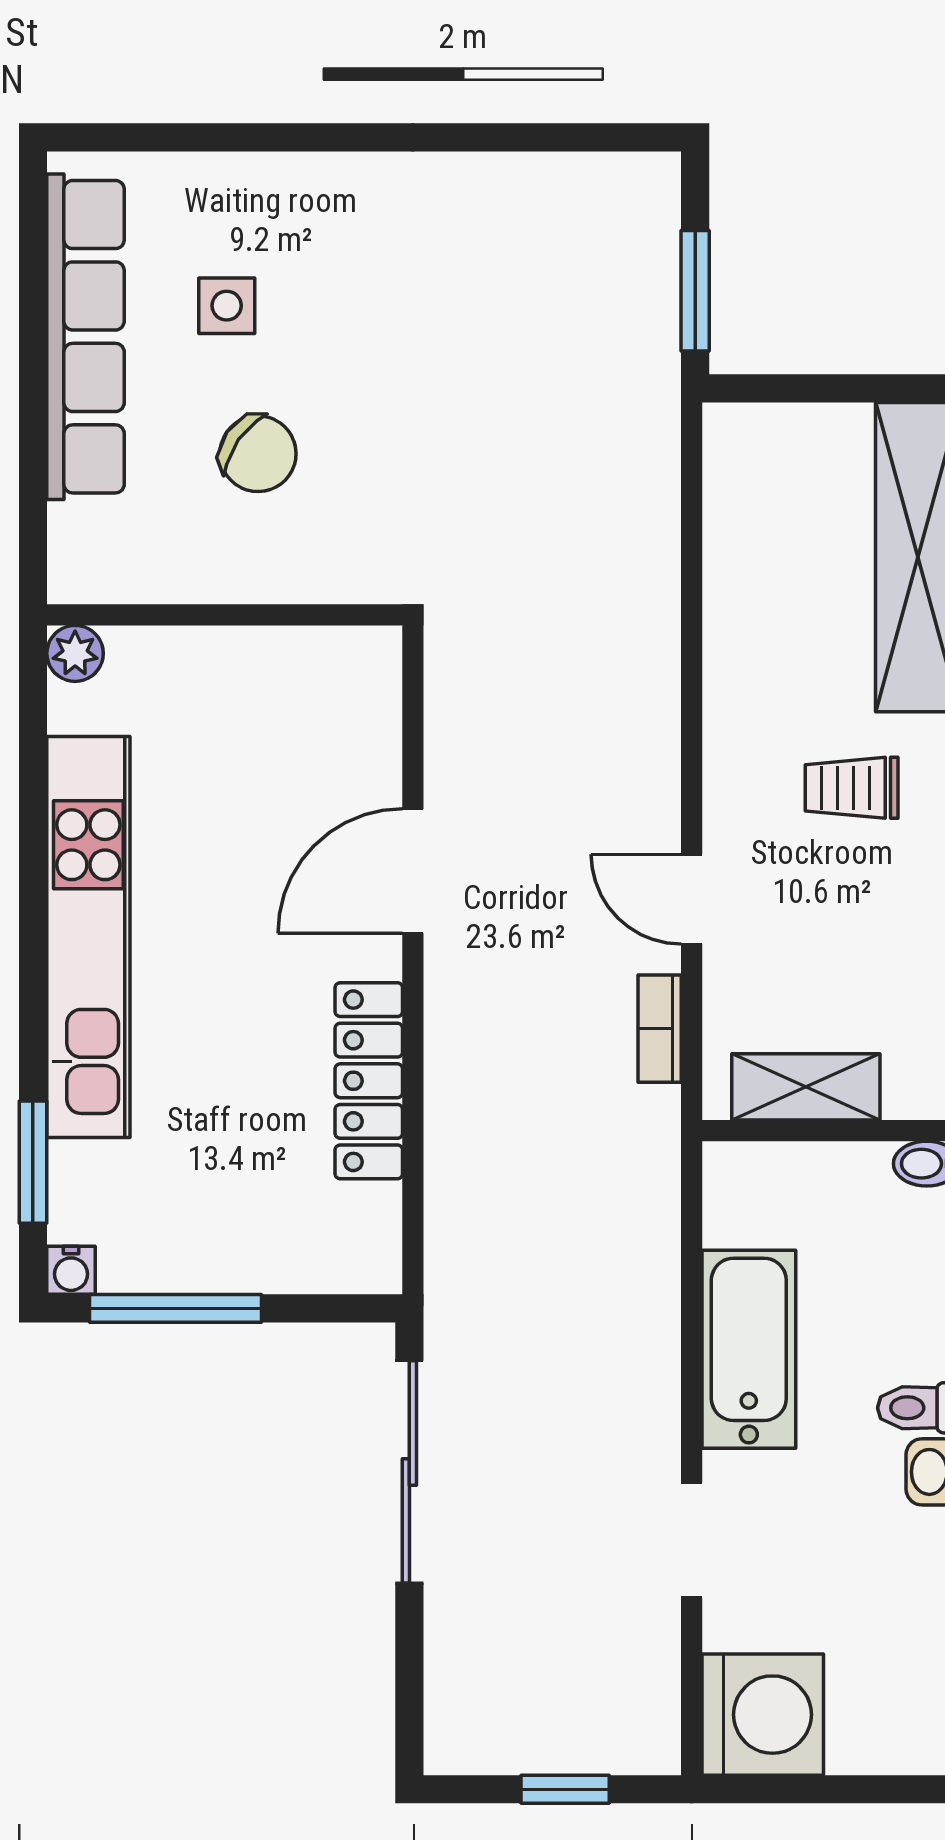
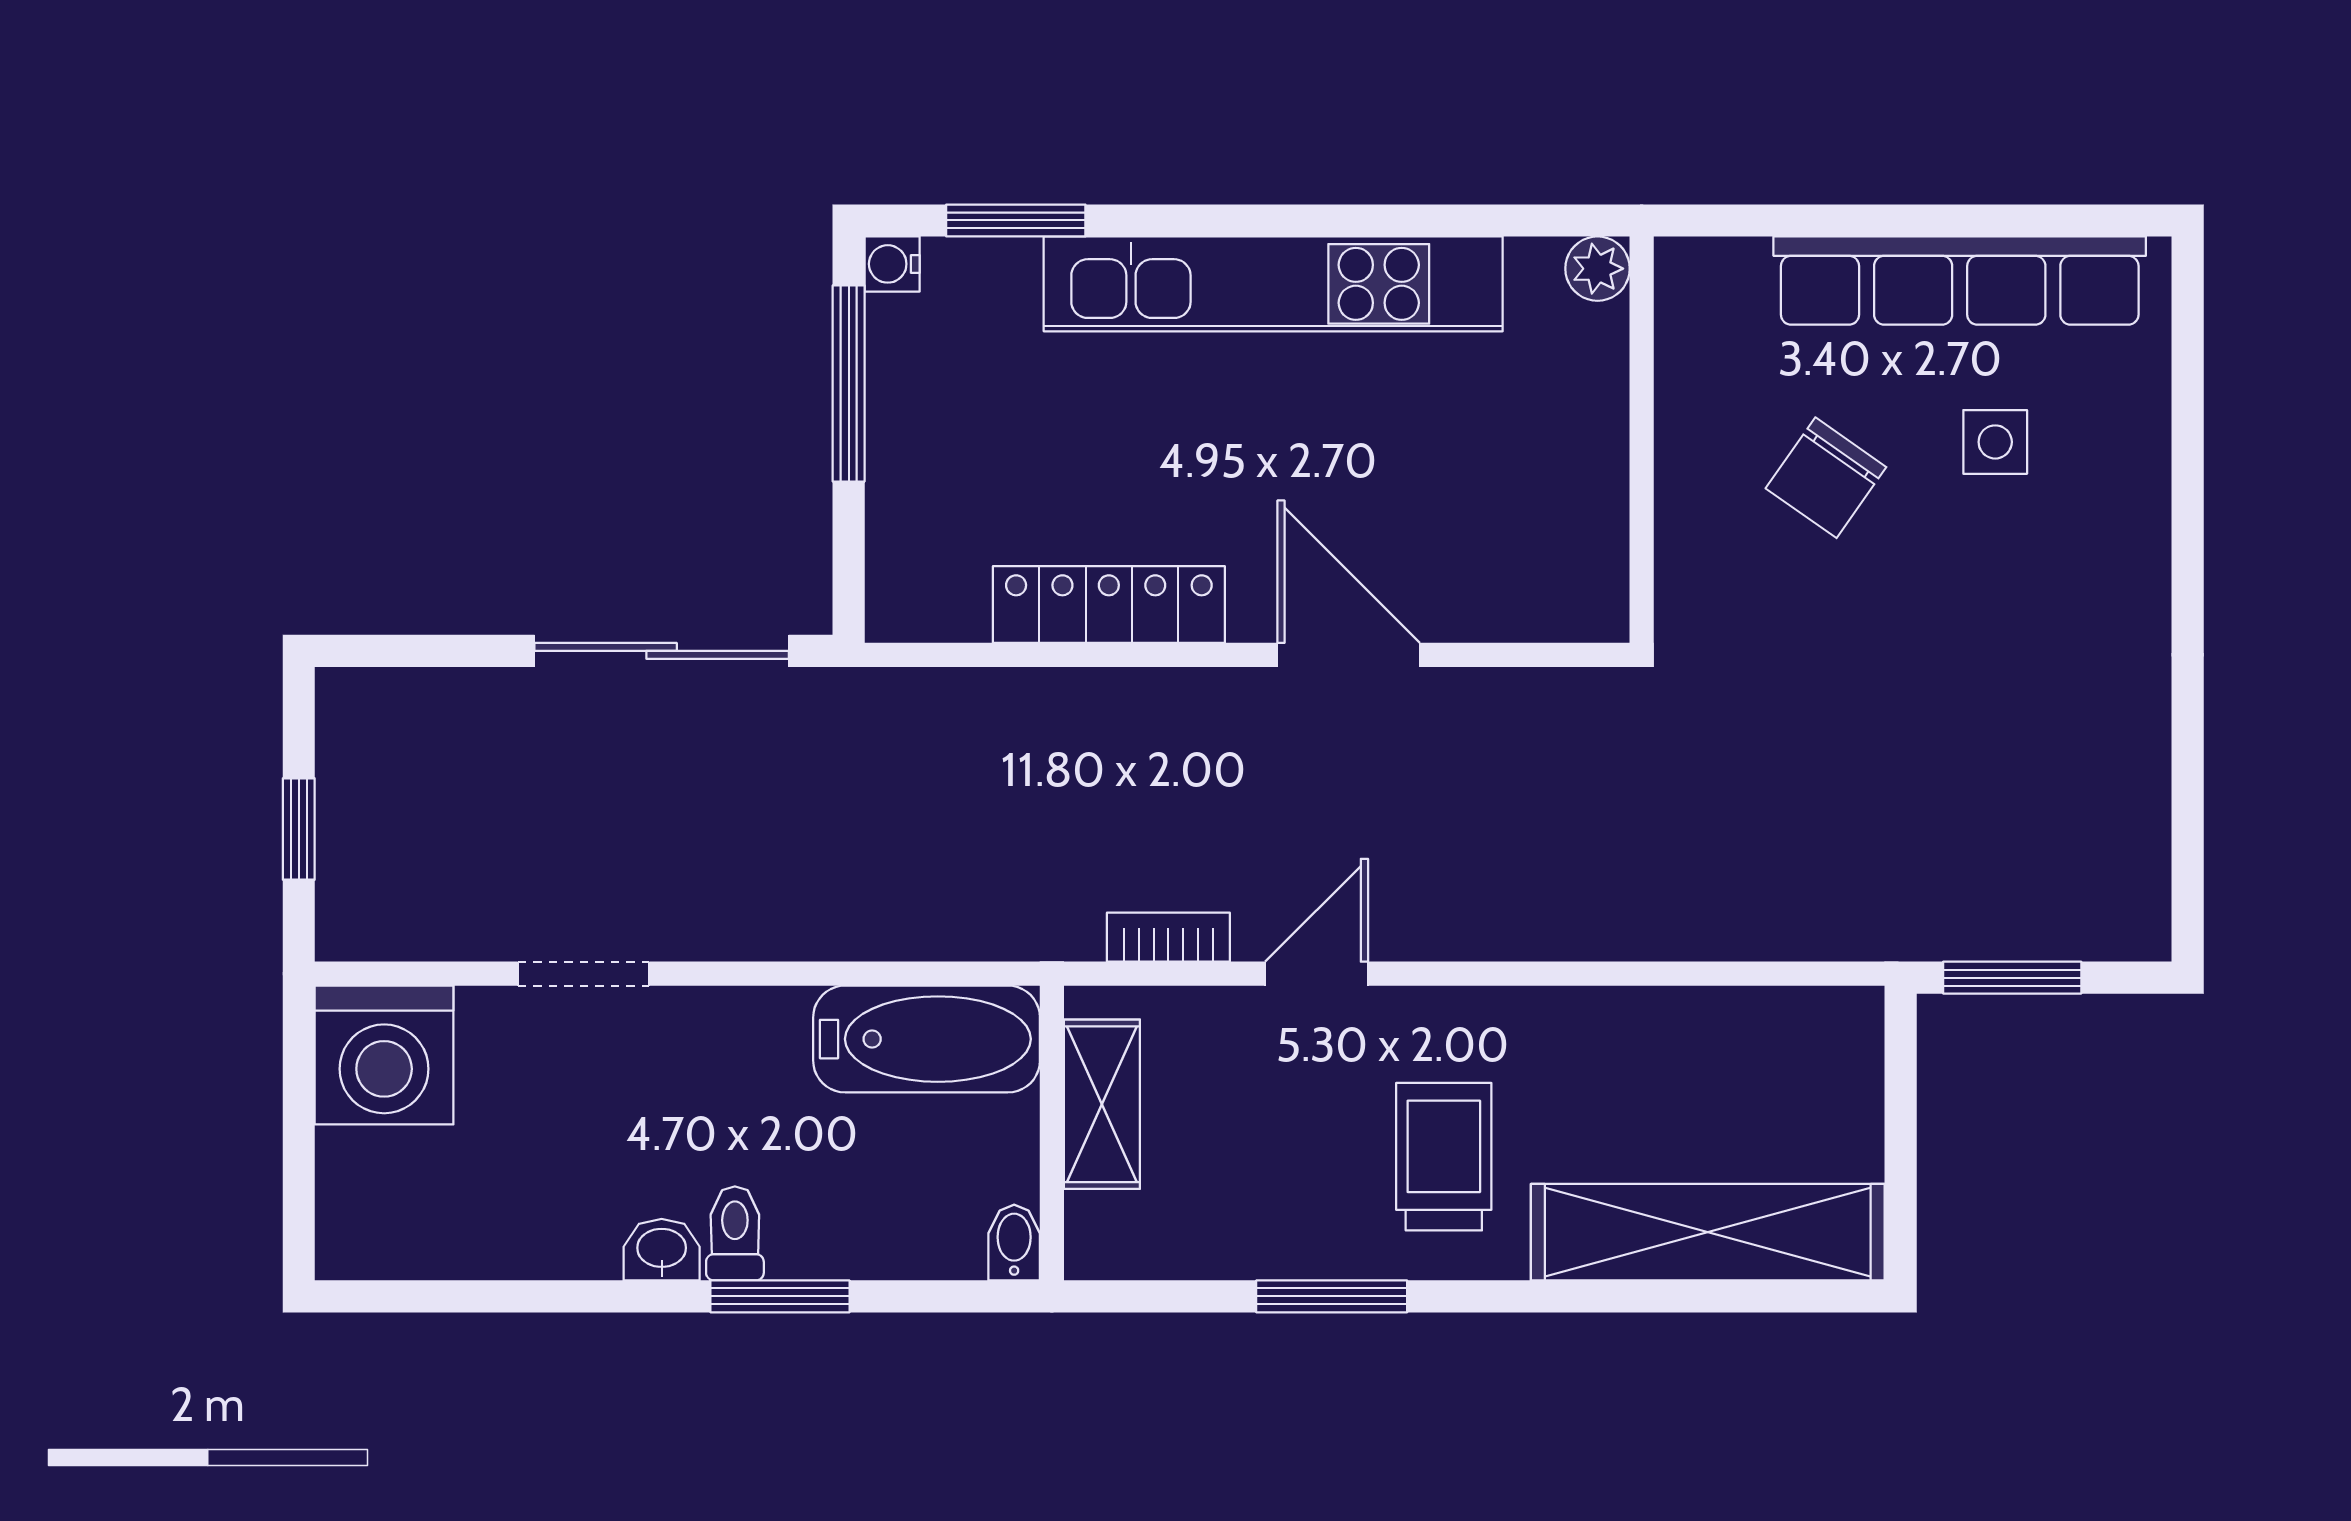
trolley: (852, 788) -> (1444, 1157), width x1.36, depth x1.39
bathtub: (749, 1349) -> (927, 1039), moved

